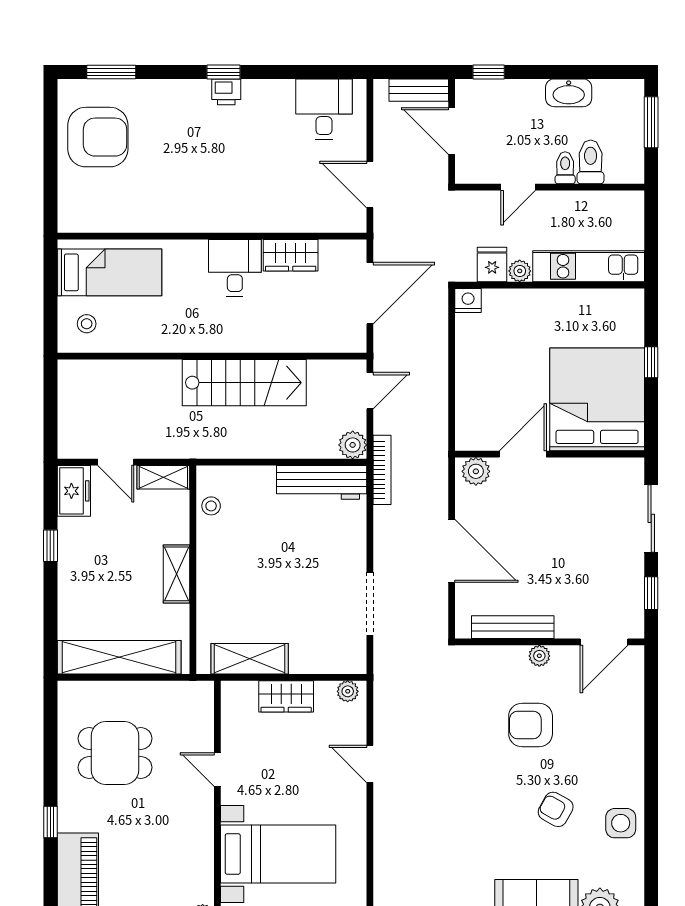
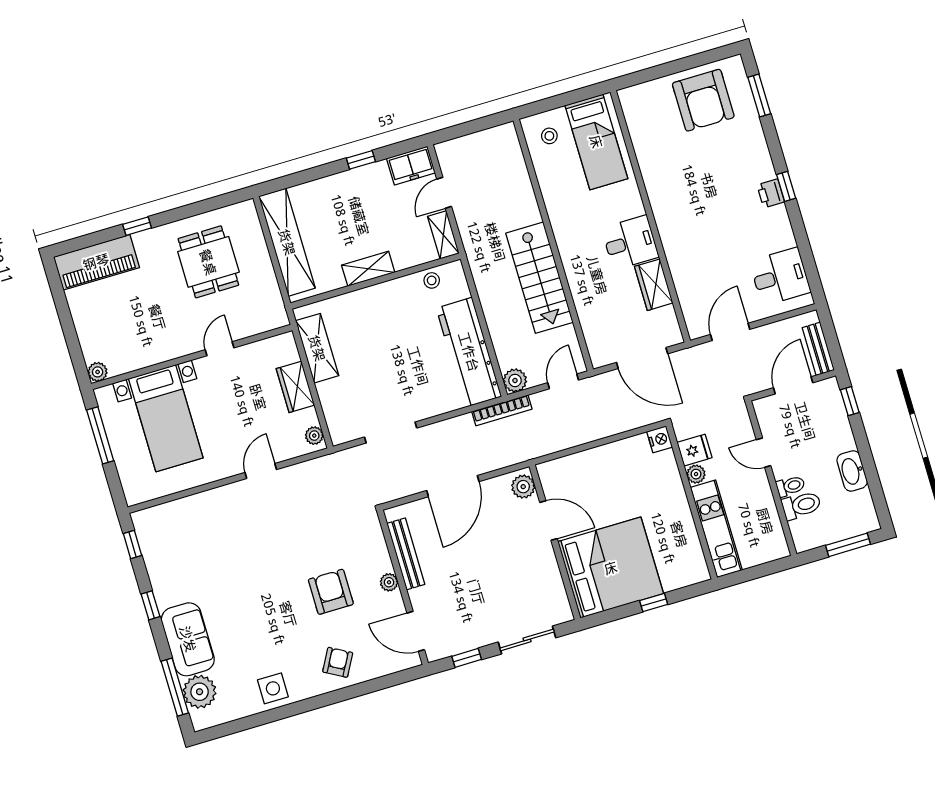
door: (370, 391) -> (563, 381), swing flipped
workbench: (322, 482) -> (469, 352), width x1.36, depth x1.32
armchair: (556, 809) -> (338, 662), moved

